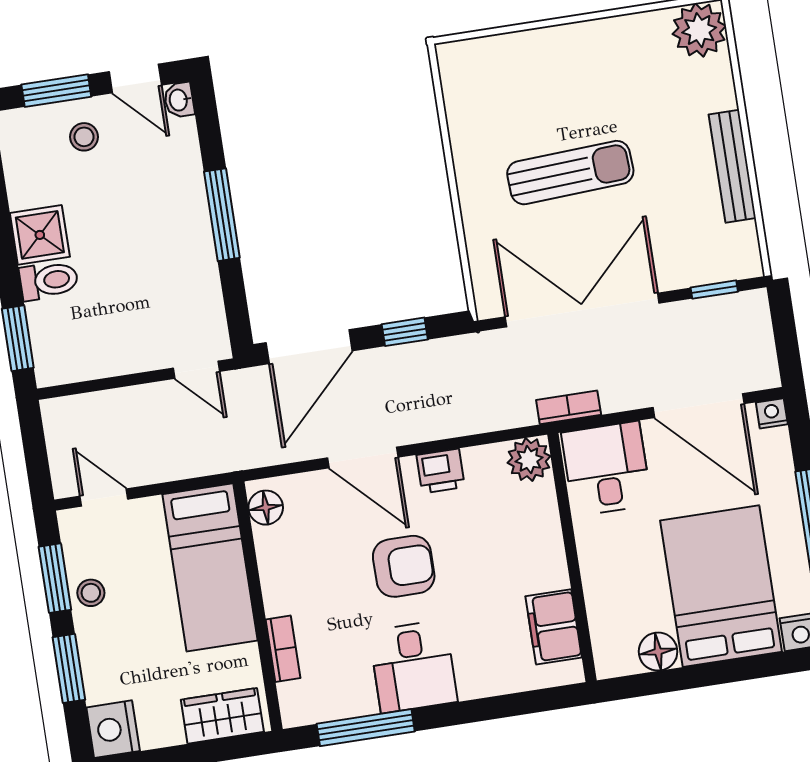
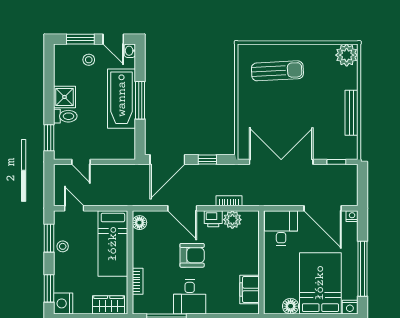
sun lounger: (570, 173) -> (277, 71), moved
bathtub: (177, 218) -> (122, 99), added
door: (196, 370) -> (81, 162), moved
bookcase: (569, 407) -> (229, 201), moved
plant: (529, 460) -> (232, 220), moved
window: (69, 668) -> (49, 288), moved

